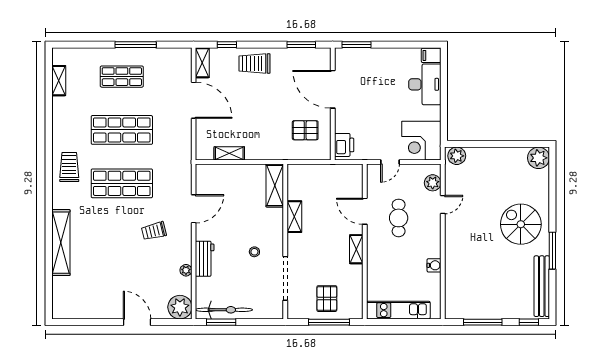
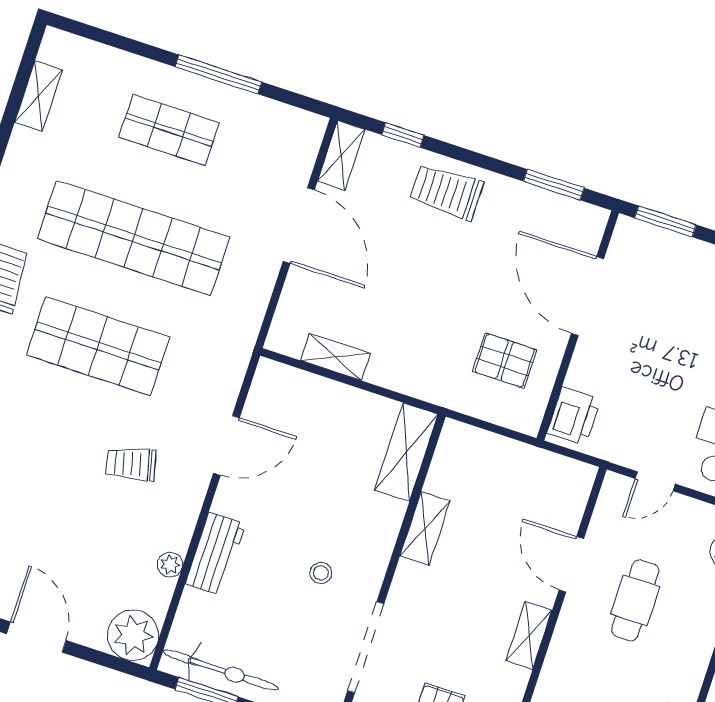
shop shelf: (122, 130) -> (133, 238), width x1.40

